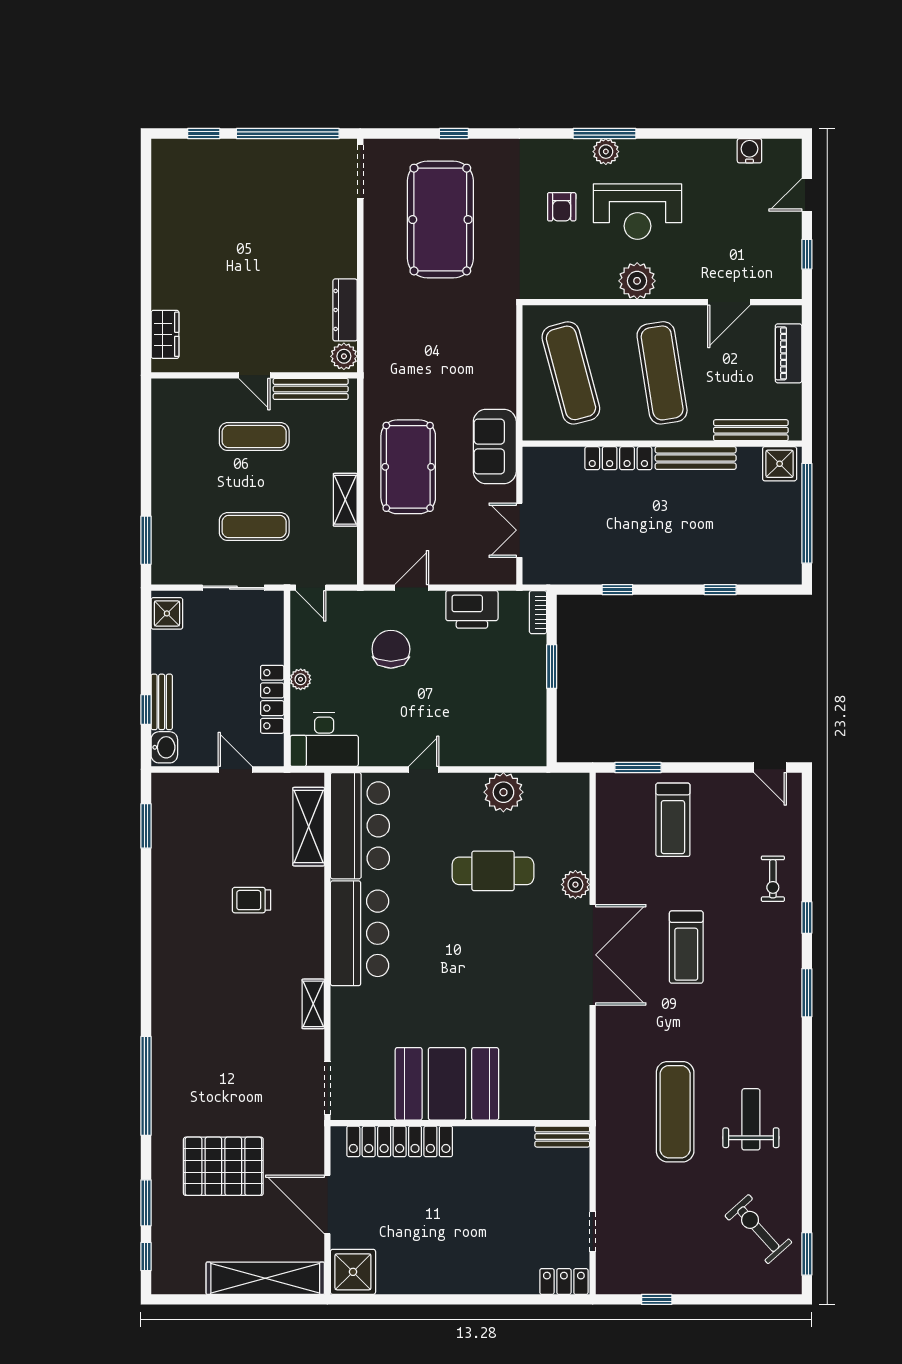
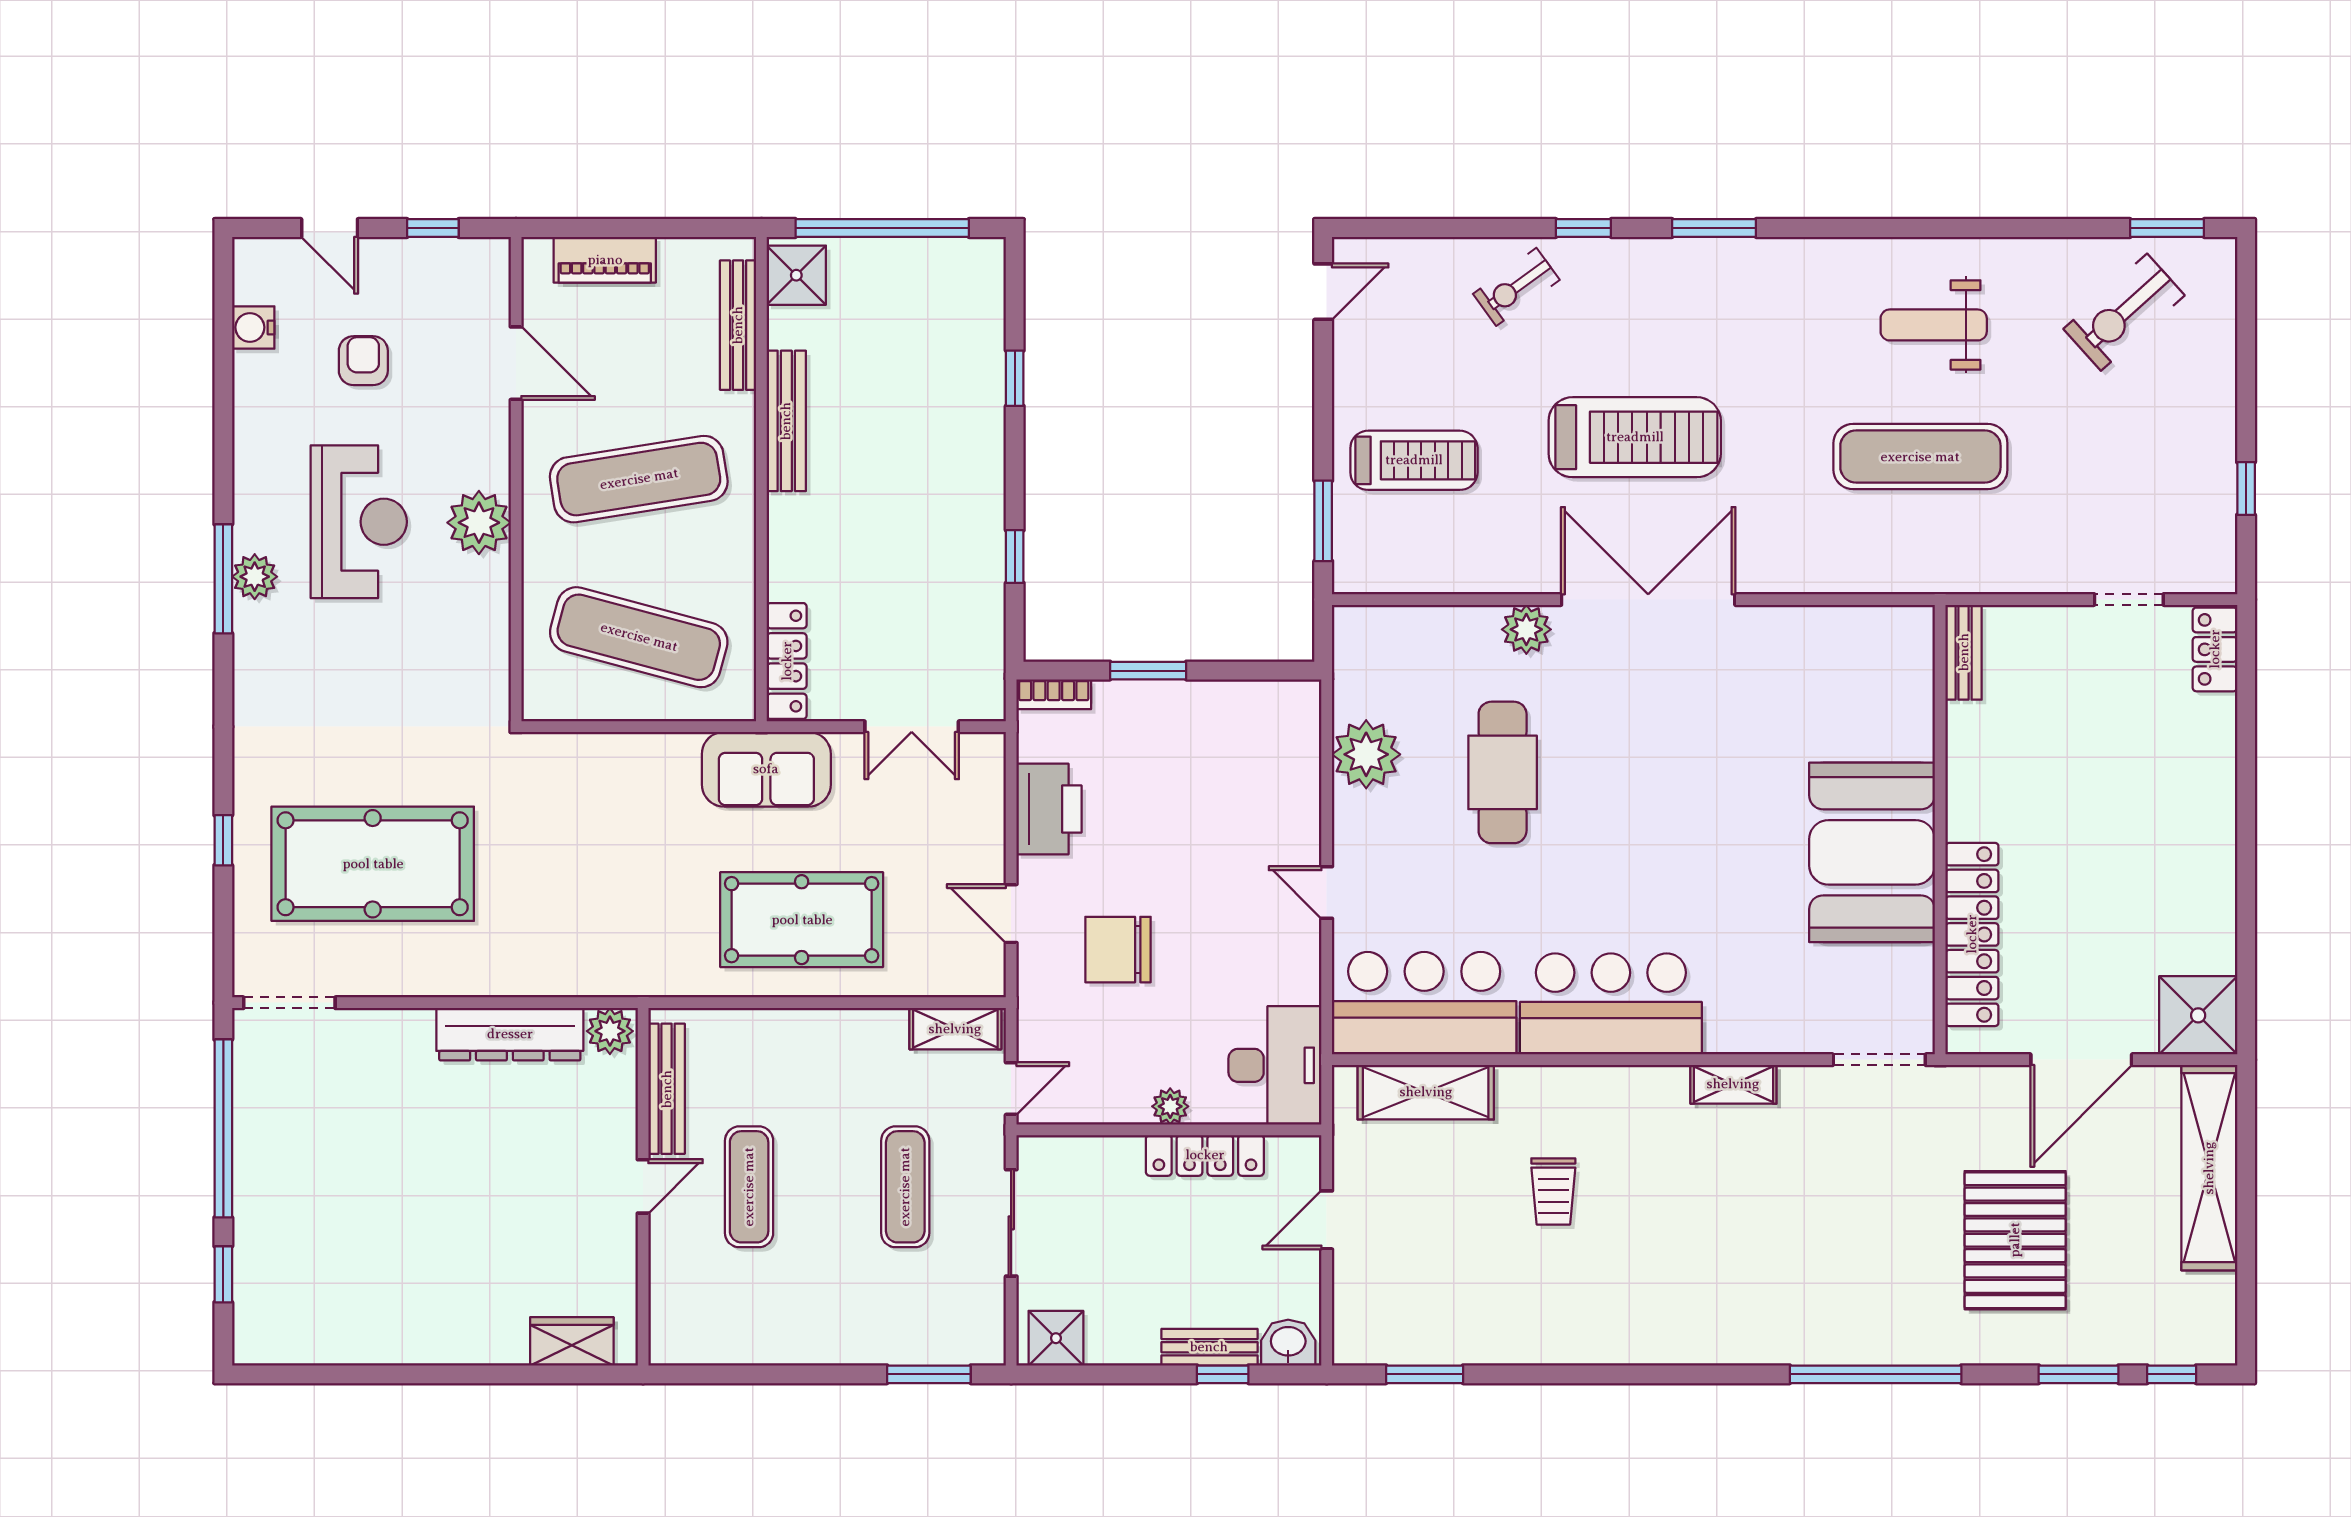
armchair: (562, 207) -> (363, 361), moved, turned -90
dresser: (345, 310) -> (510, 1034), width x1.37, depth x1.24
exercise mat: (571, 373) -> (639, 637), turned 30
locker: (618, 458) -> (787, 661), moved
shelving: (345, 500) -> (955, 1029), moved
exercise bike: (773, 879) -> (1516, 287), turned 144
treadmill: (686, 947) -> (1635, 437), width x1.37, depth x1.38

